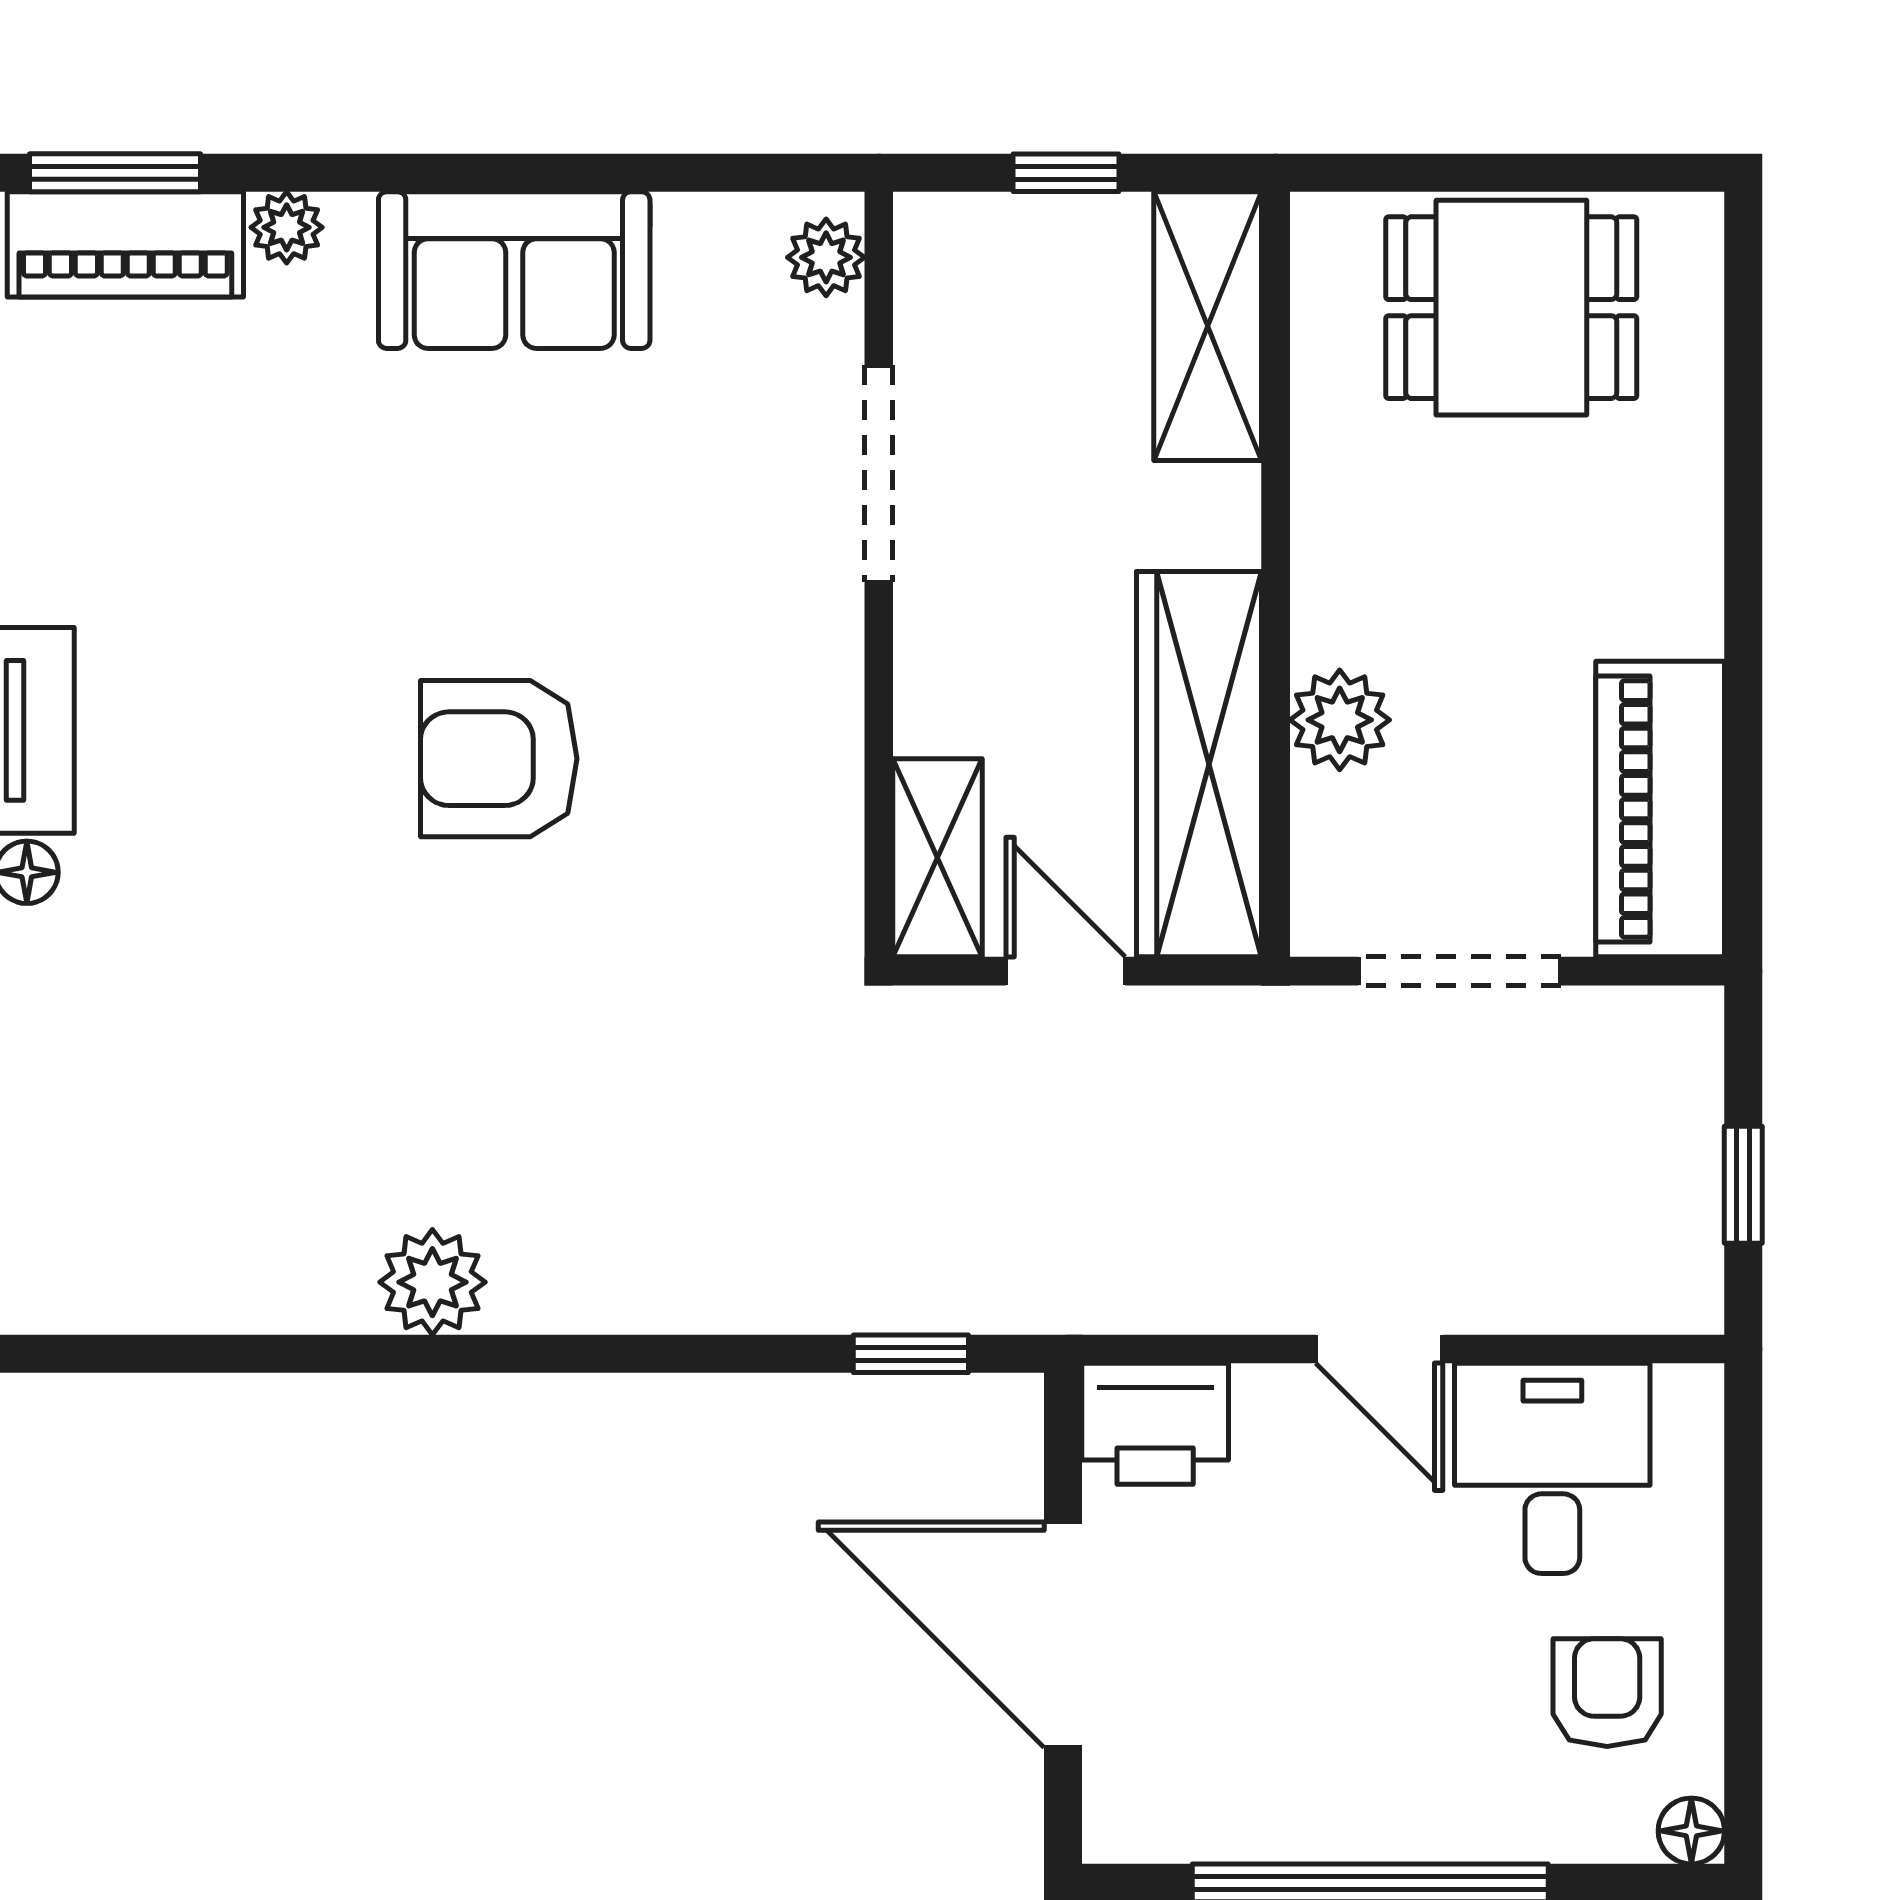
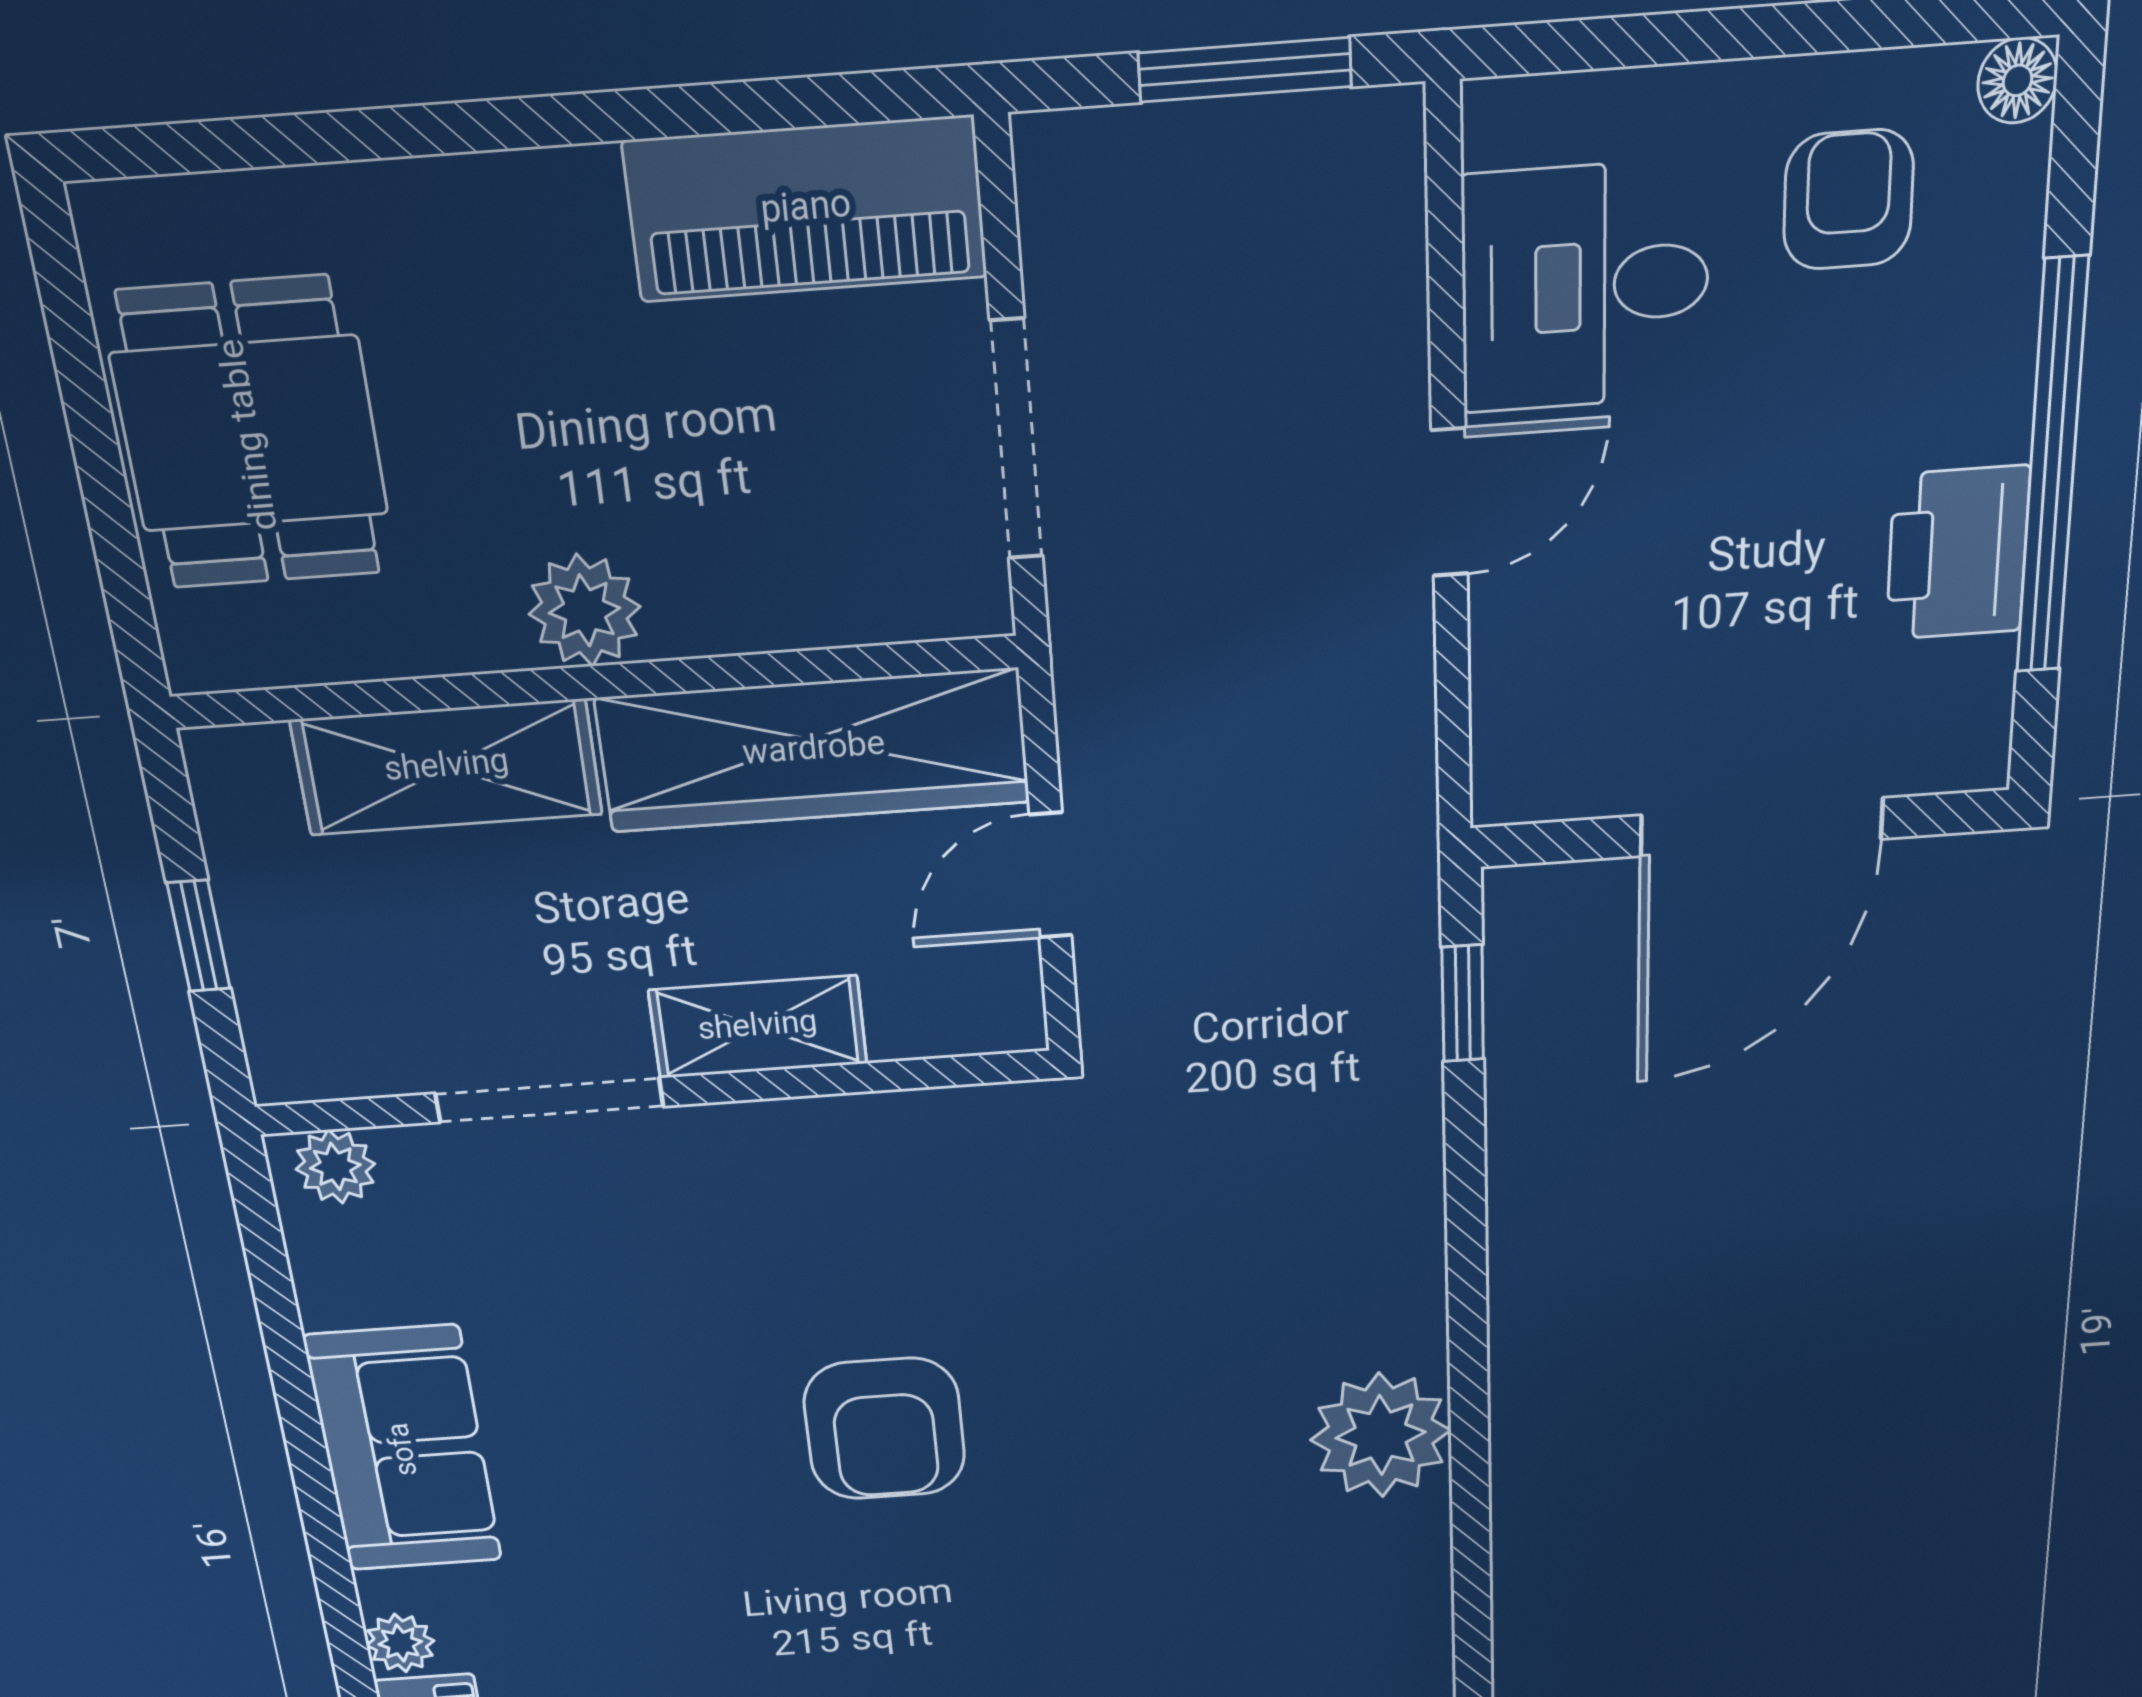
shelving: (1208, 326) -> (447, 767), moved
plant: (1340, 720) -> (585, 610), moved
shelving: (938, 858) -> (758, 1027), moved
window: (1743, 1185) -> (1245, 70), width x1.50
plant: (432, 1282) -> (1381, 1435), width x1.36, depth x1.36
printer: (1155, 1424) -> (1958, 553), moved, turned 180
armchair: (1607, 1693) -> (1848, 200), turned 90

